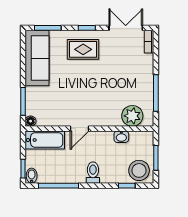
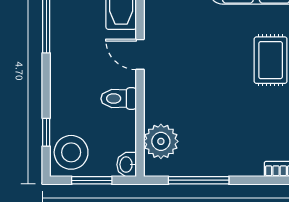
washbasin: (121, 137) -> (127, 165), moved
toilet: (93, 173) -> (119, 99), moved, turned 180

